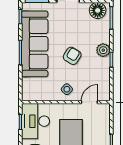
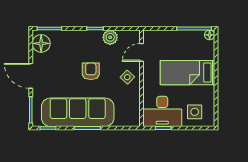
plant: (103, 50) -> (110, 37), moved
armchair: (72, 56) -> (91, 71), turned 58
door: (89, 102) -> (141, 52), hinge flipped

